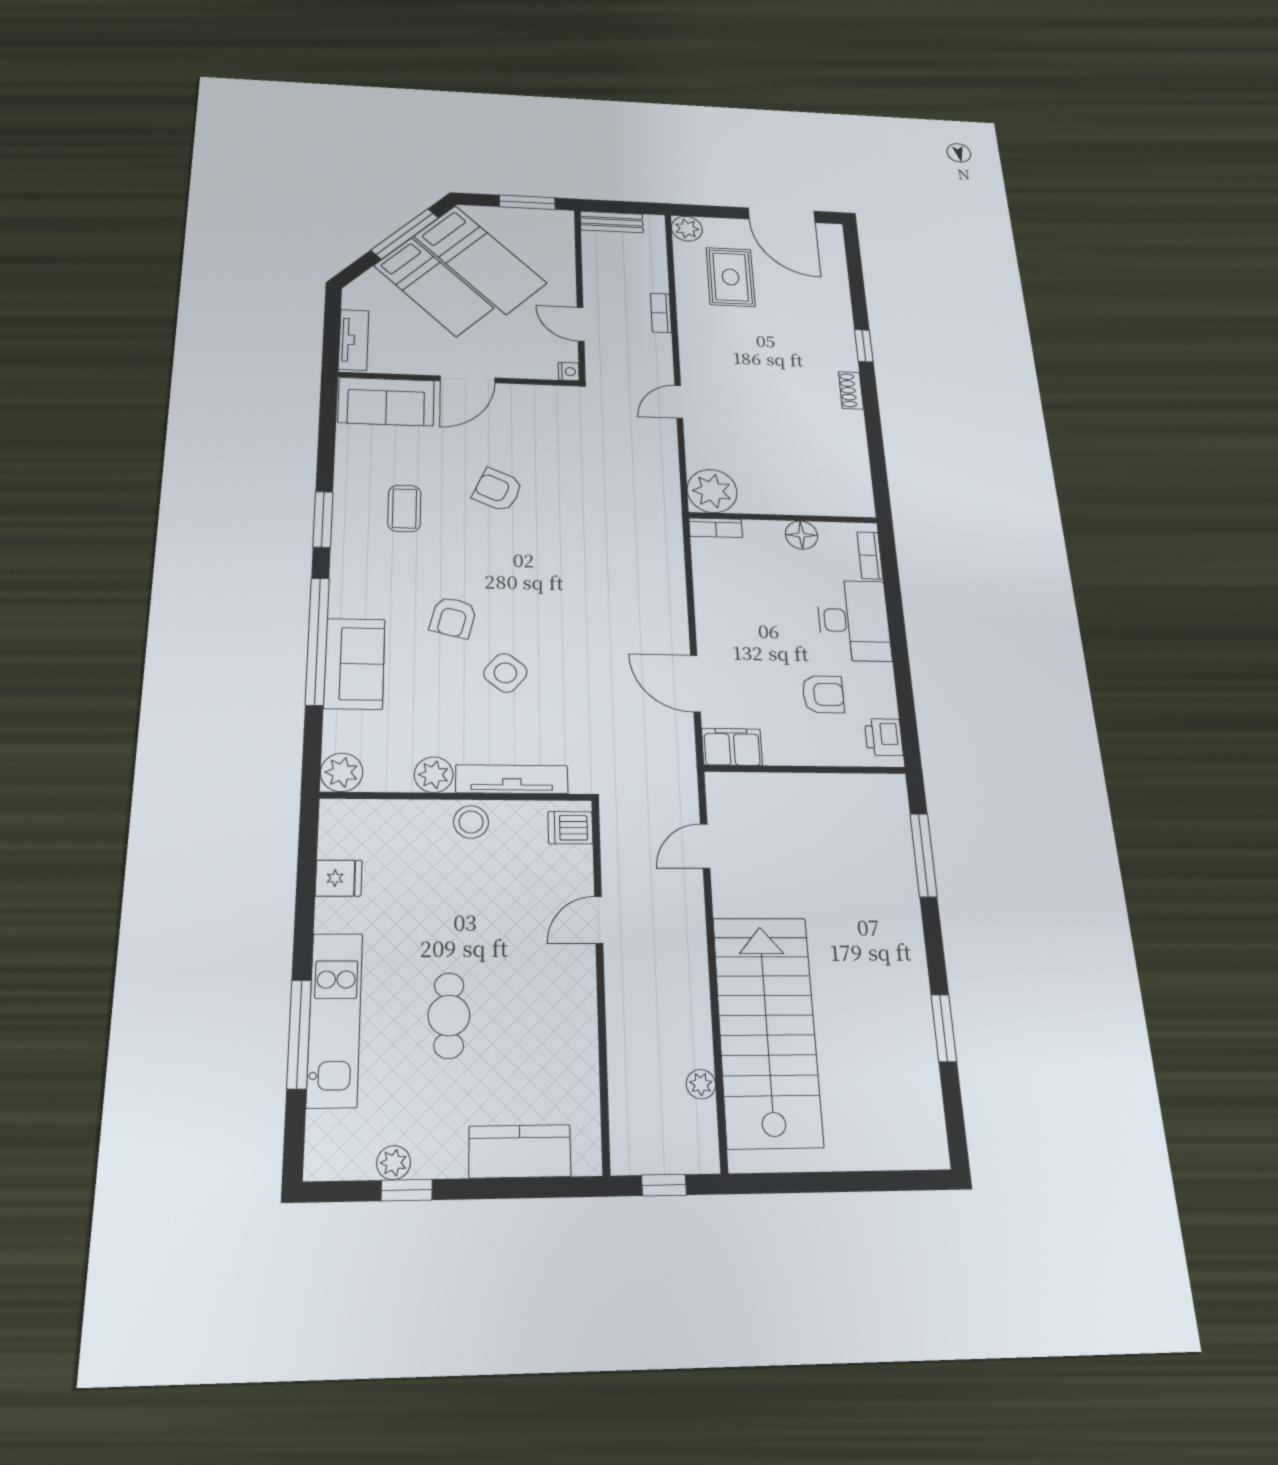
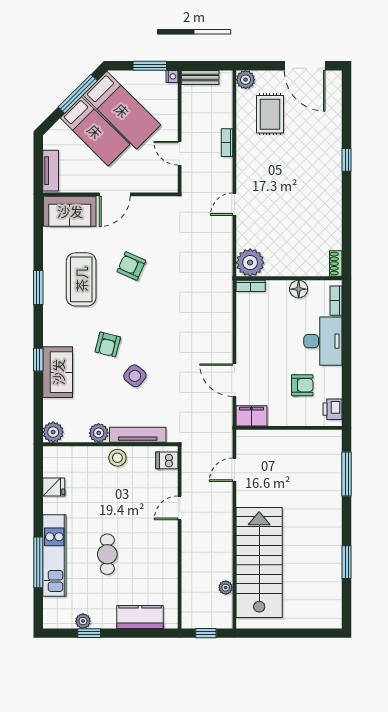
nightstand: (569, 371) -> (172, 76), moved
shoe rack: (851, 390) -> (336, 264), moved
coffee table: (404, 509) -> (81, 279), width x1.86, depth x1.72
window: (317, 641) -> (38, 360), width x0.32

